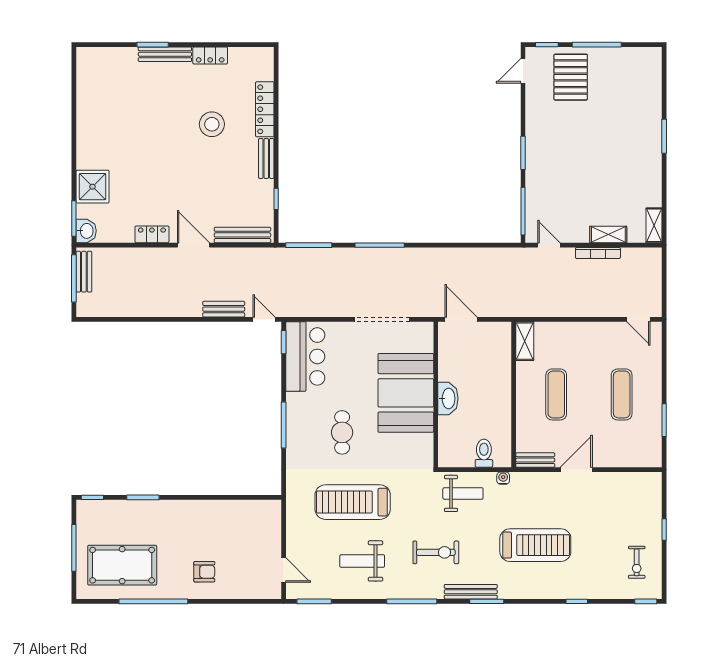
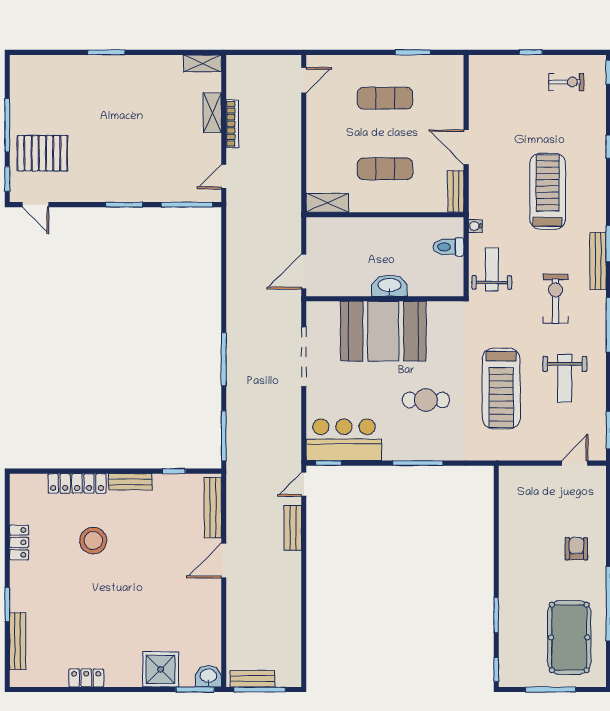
bench: (165, 54) -> (18, 641), moved
locker: (152, 234) -> (86, 678), moved, turned 90

